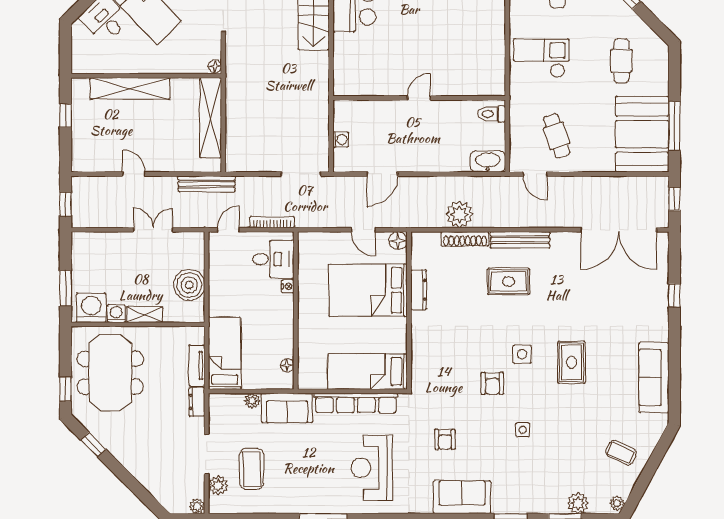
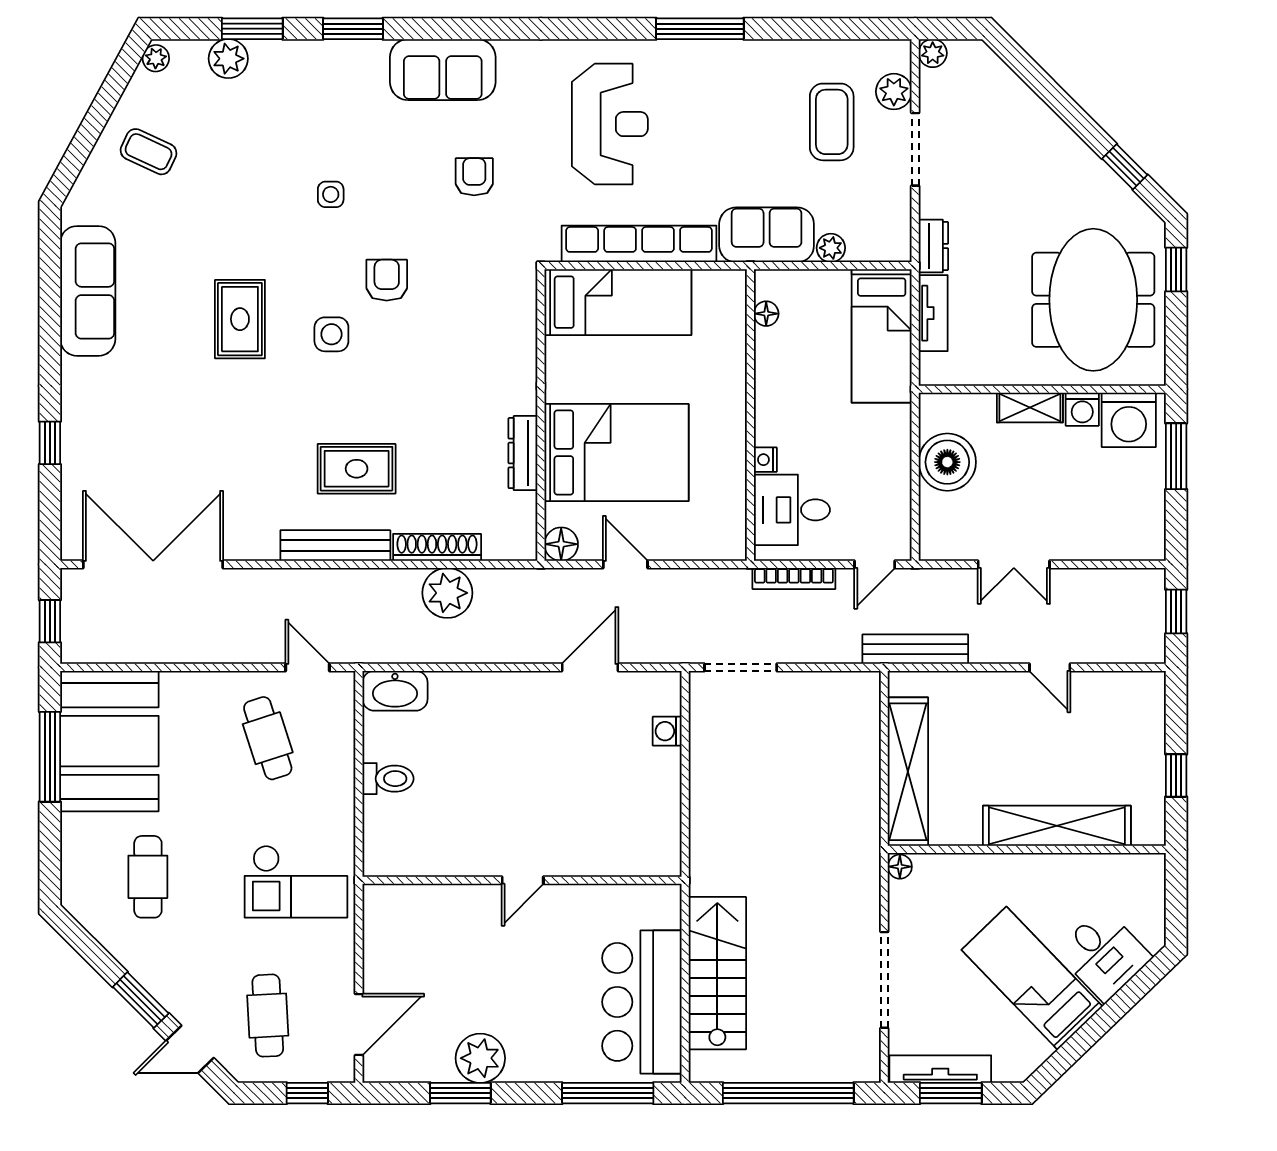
door: (419, 98) -> (523, 880), moved
wall: (419, 98) -> (522, 880), moved

